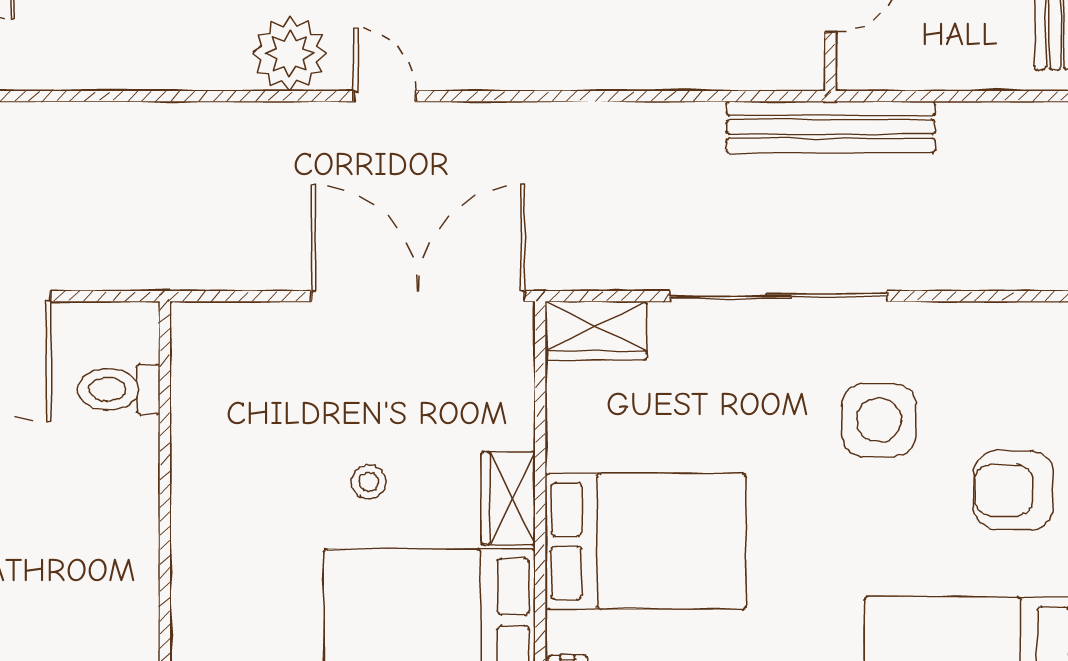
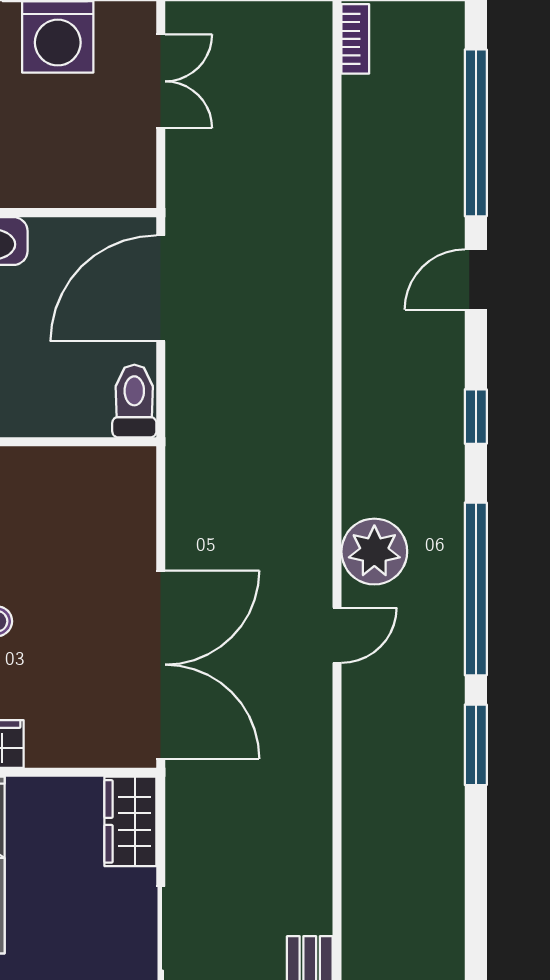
toilet: (119, 389) -> (134, 401), moved

